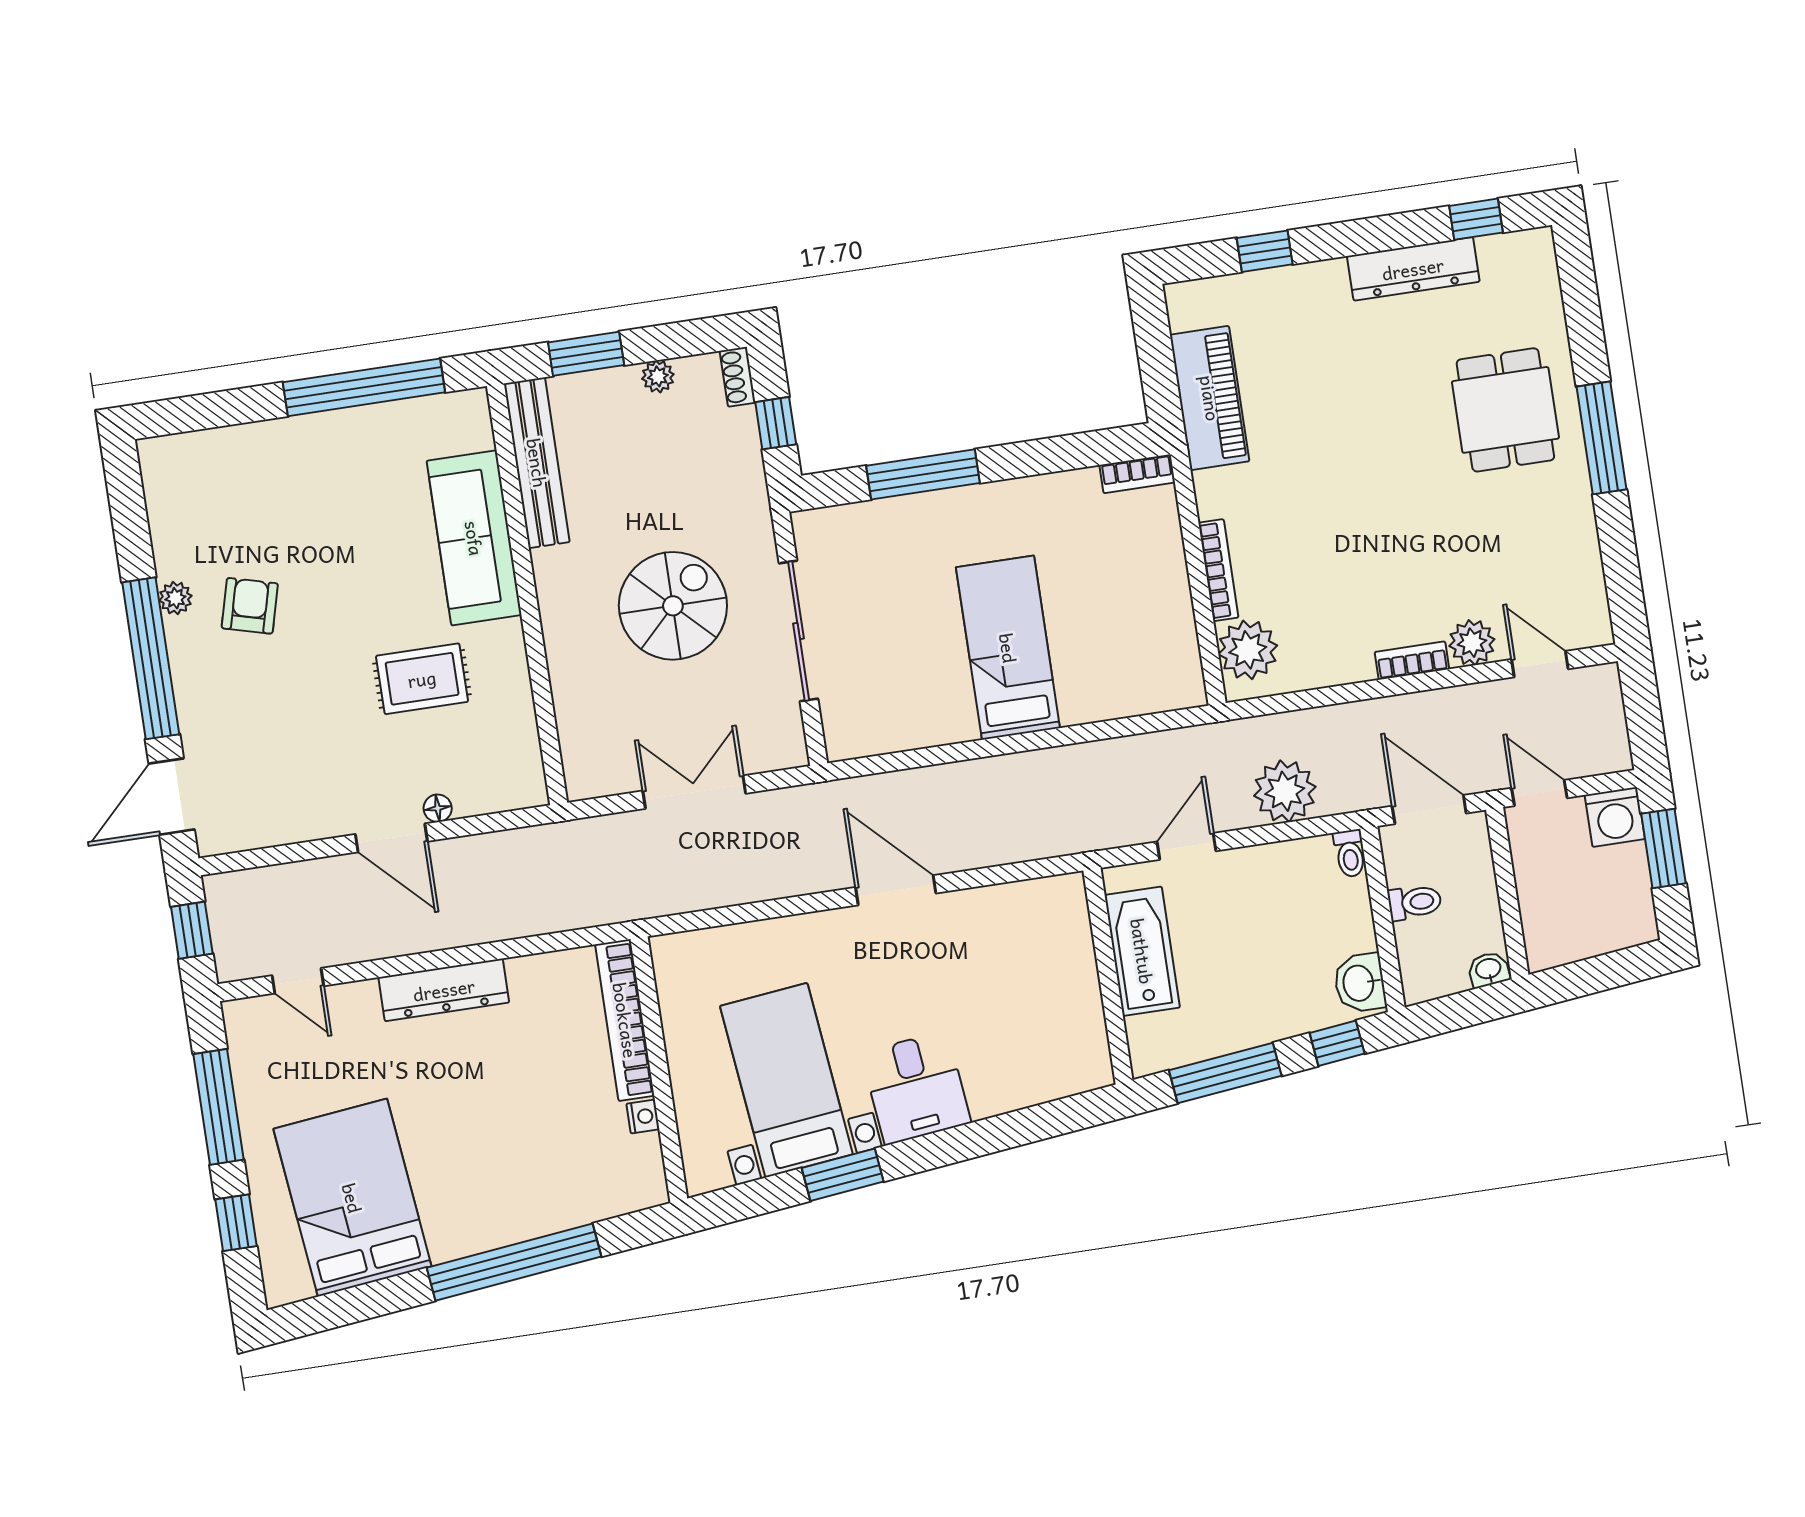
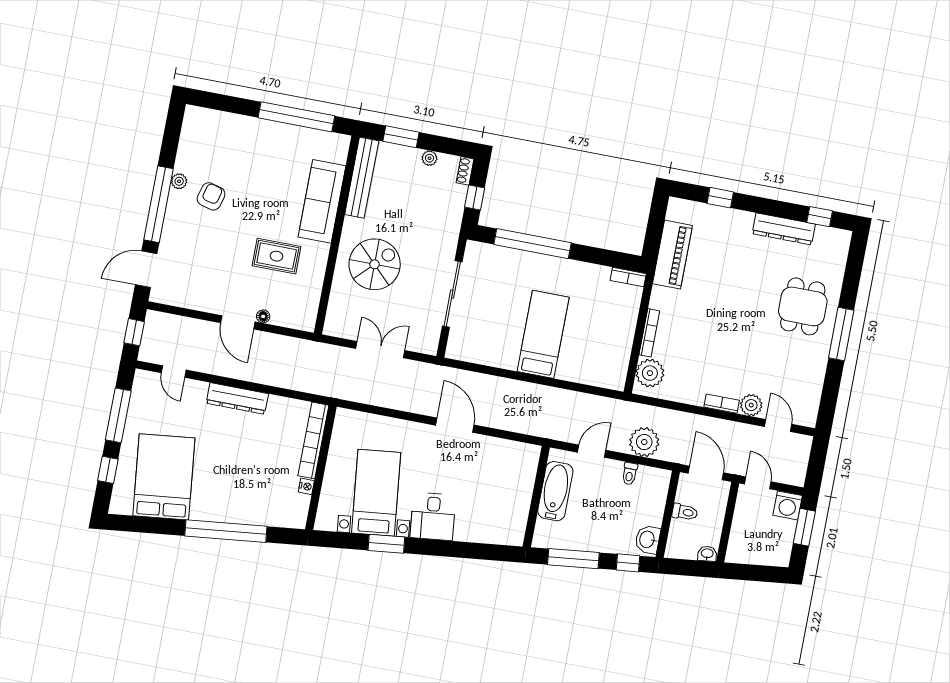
window: (923, 474) -> (532, 244), width x1.46
spiral stairs: (673, 606) -> (375, 264), moved
toilet: (1350, 853) -> (630, 474), moved

